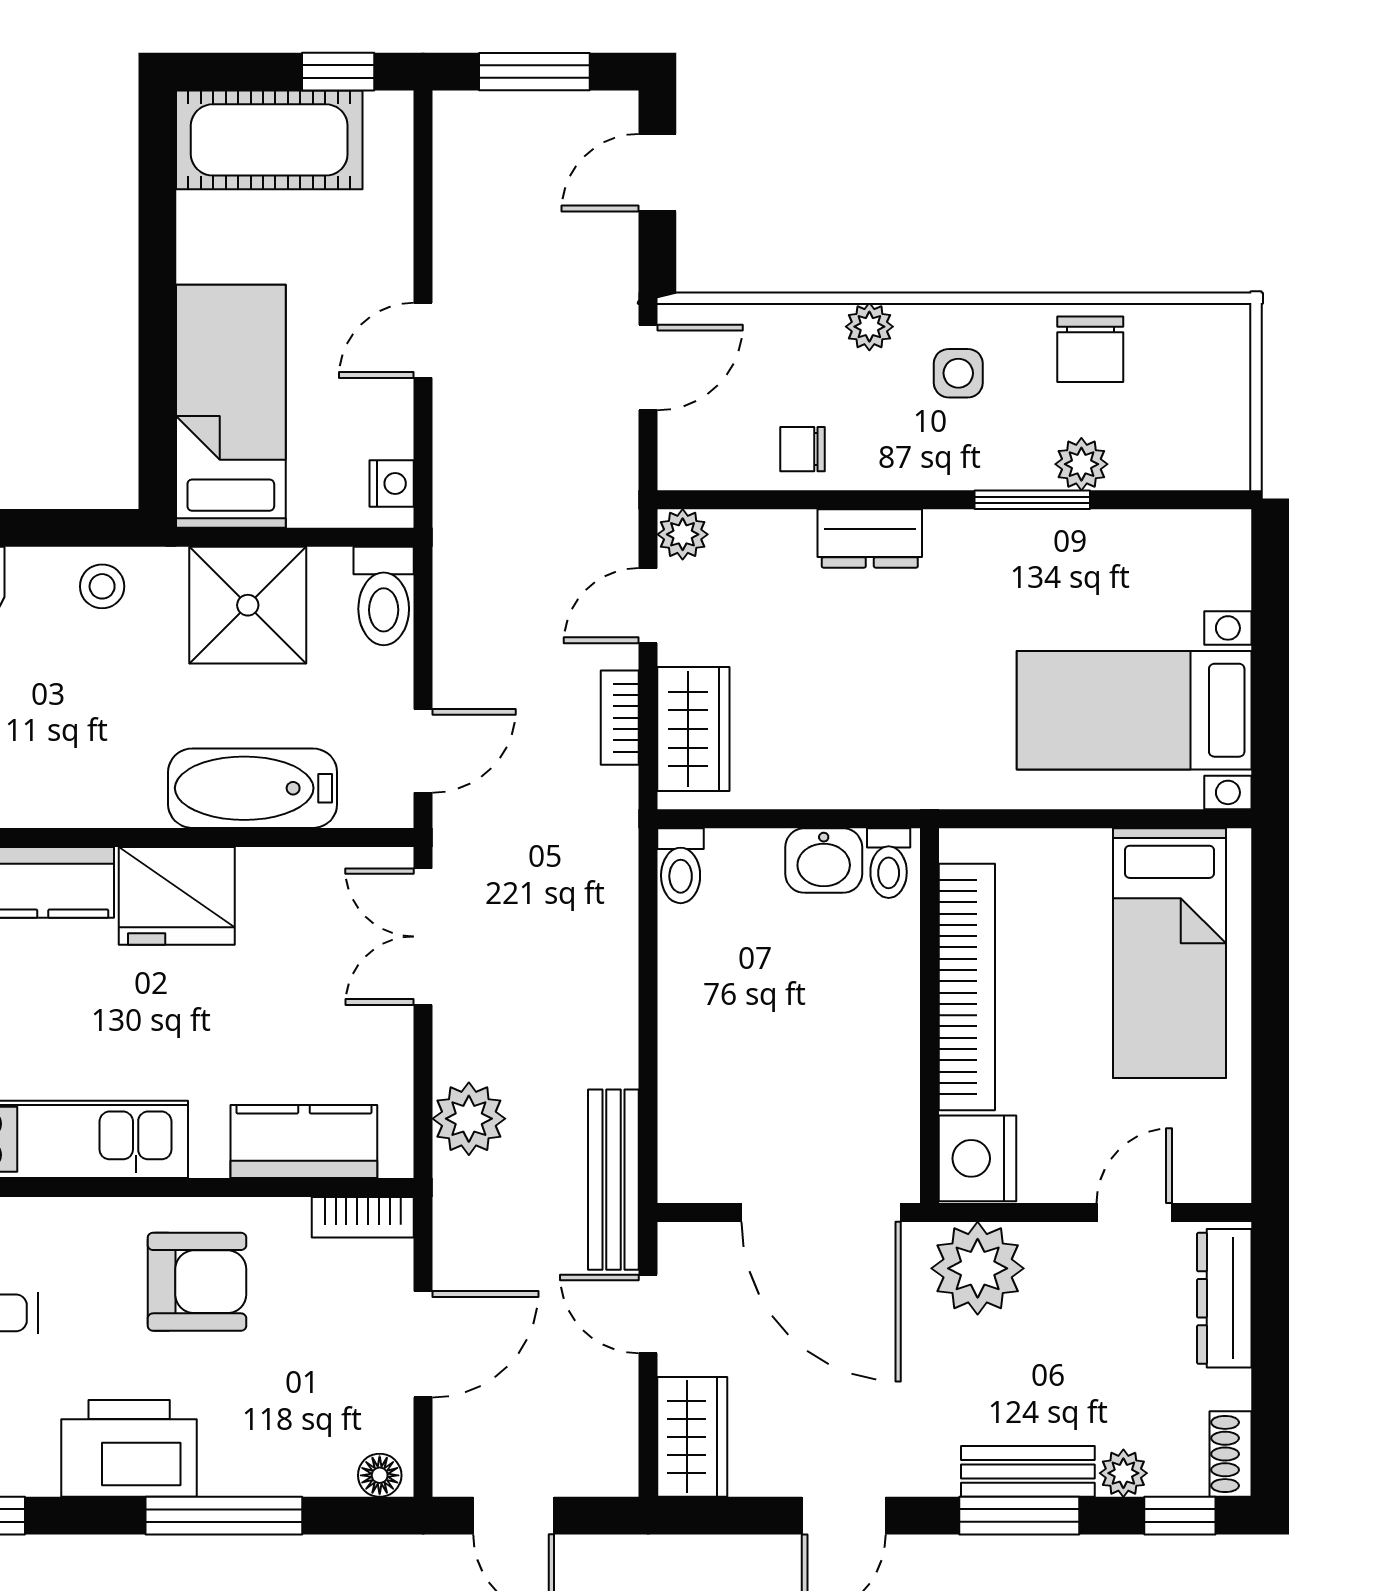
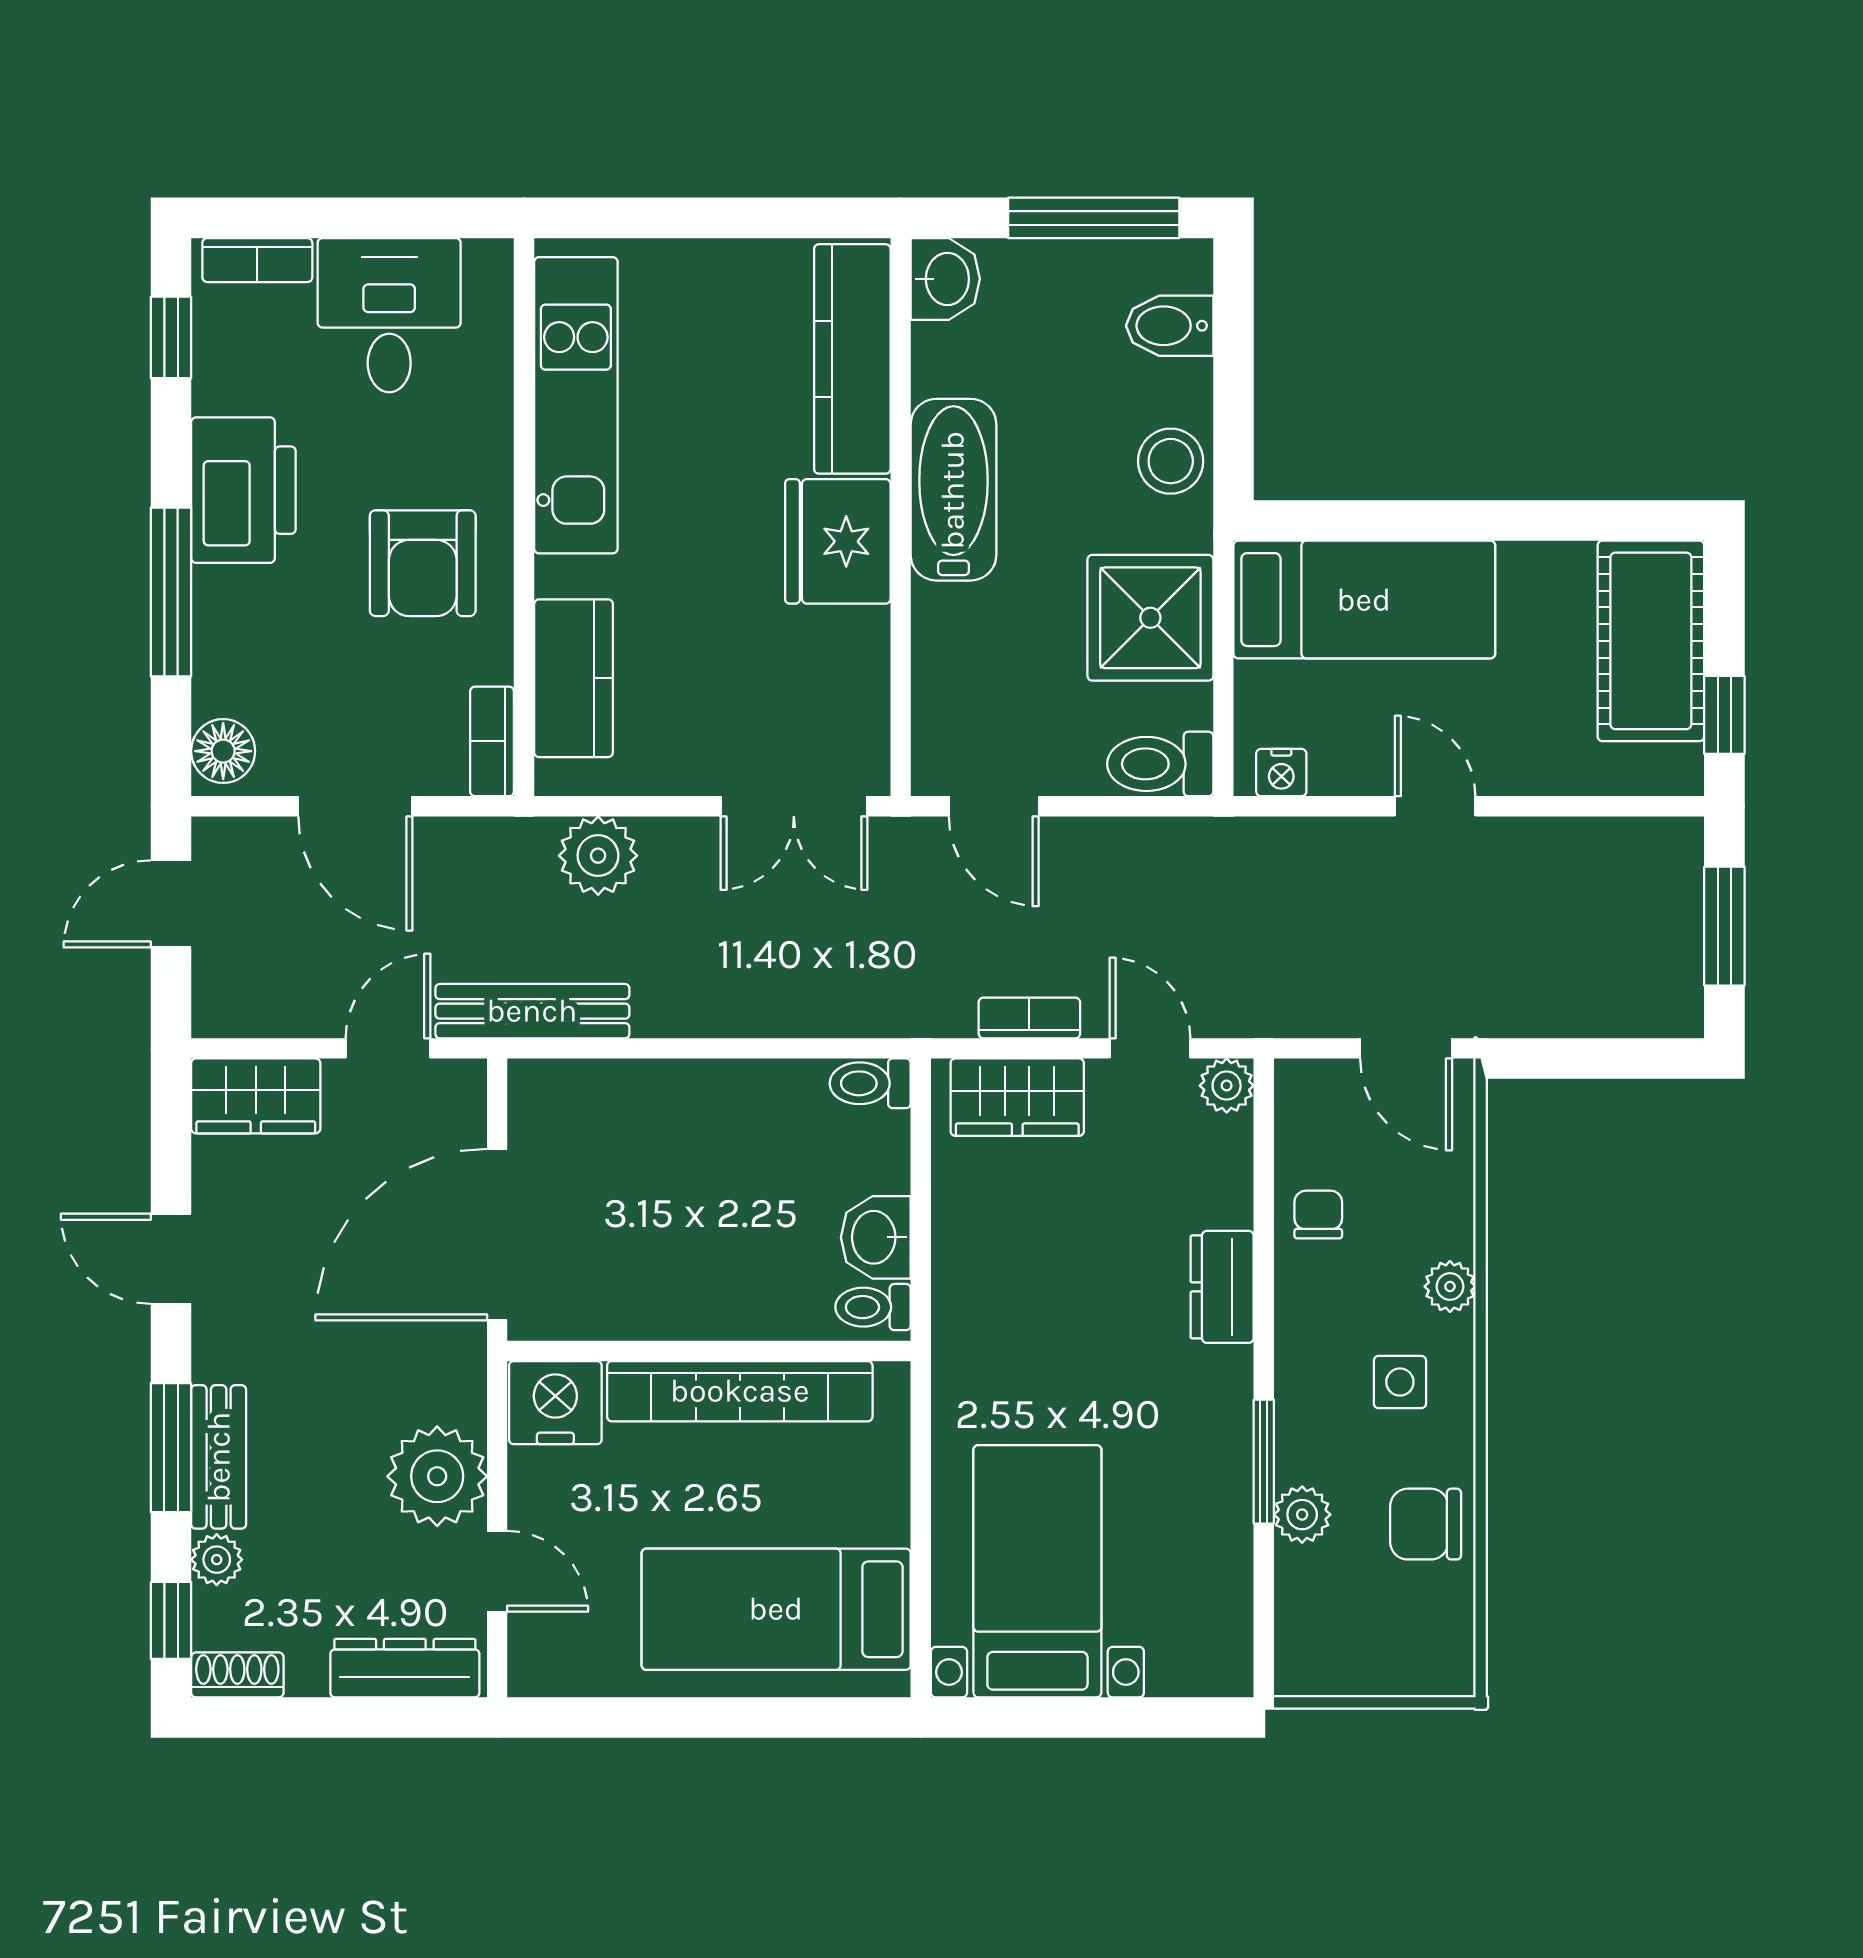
door: (657, 173) -> (1616, 1058), removed
stool: (102, 586) -> (1171, 461), width x1.37, depth x1.37
bathtub: (253, 788) -> (953, 490), moved
double door: (423, 937) -> (794, 806), swing flipped
plant: (978, 1268) -> (437, 1476), moved
floor lamp: (380, 1475) -> (223, 751), width x1.37, depth x1.37

